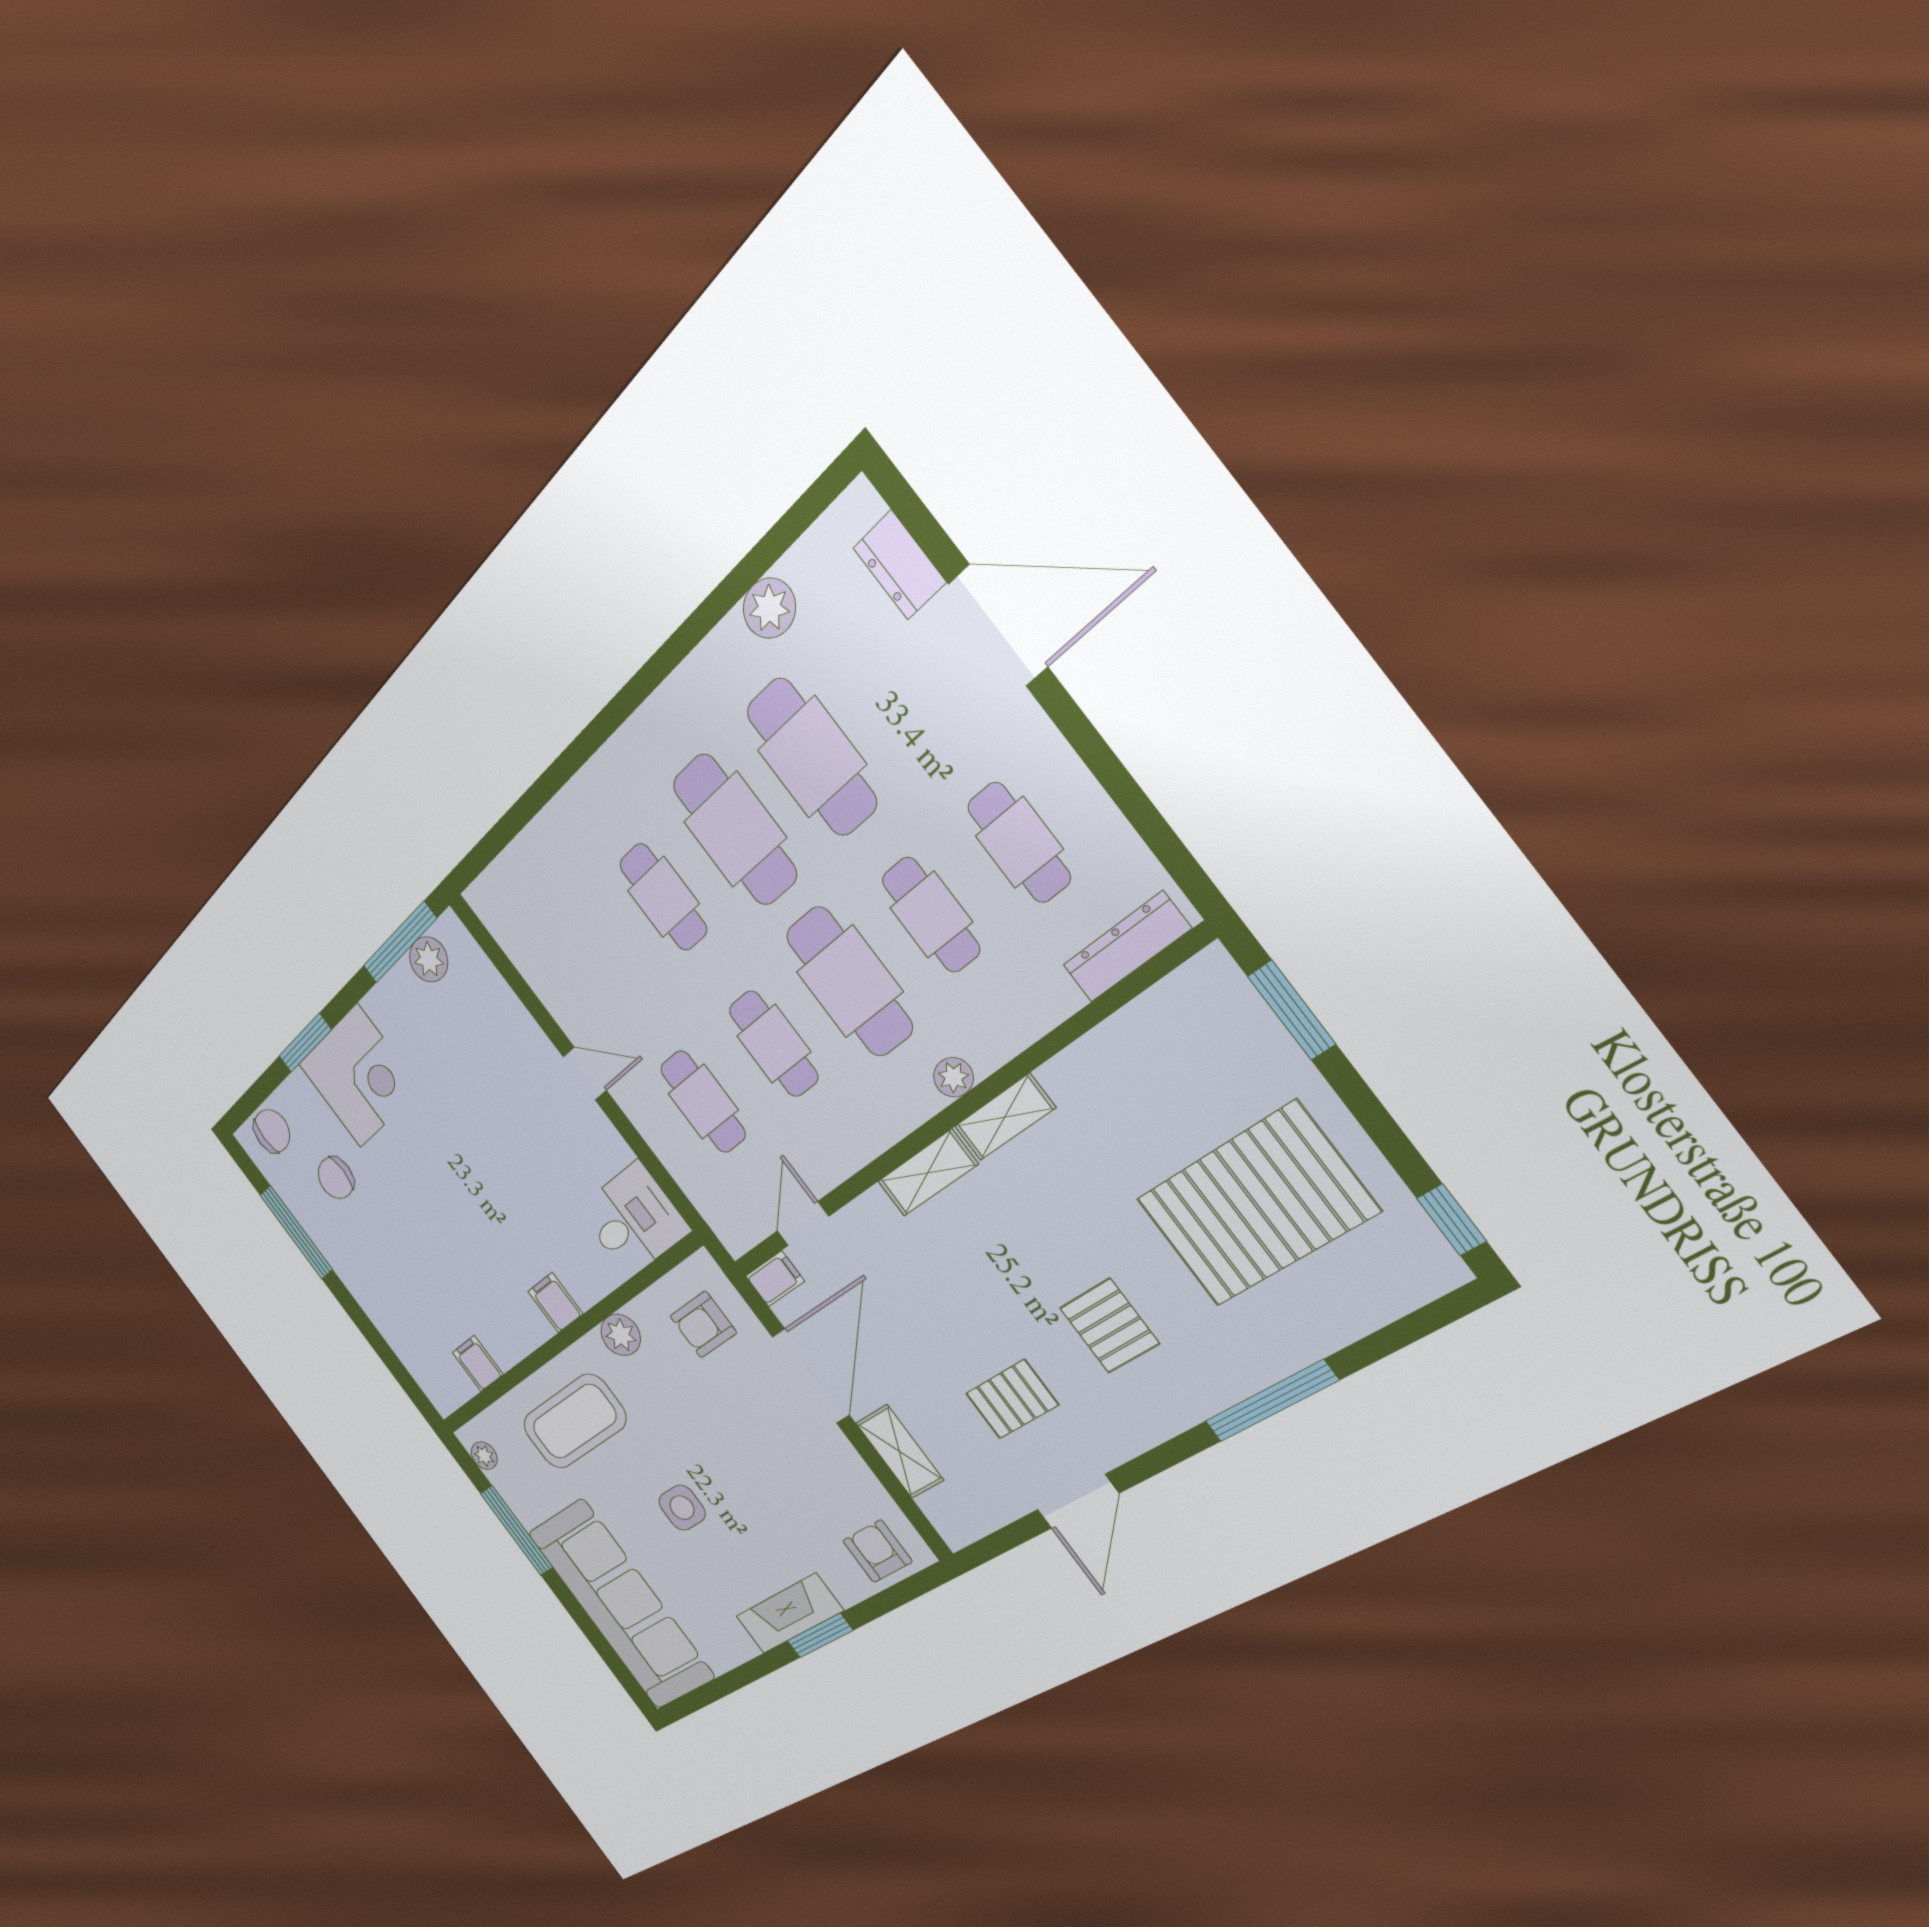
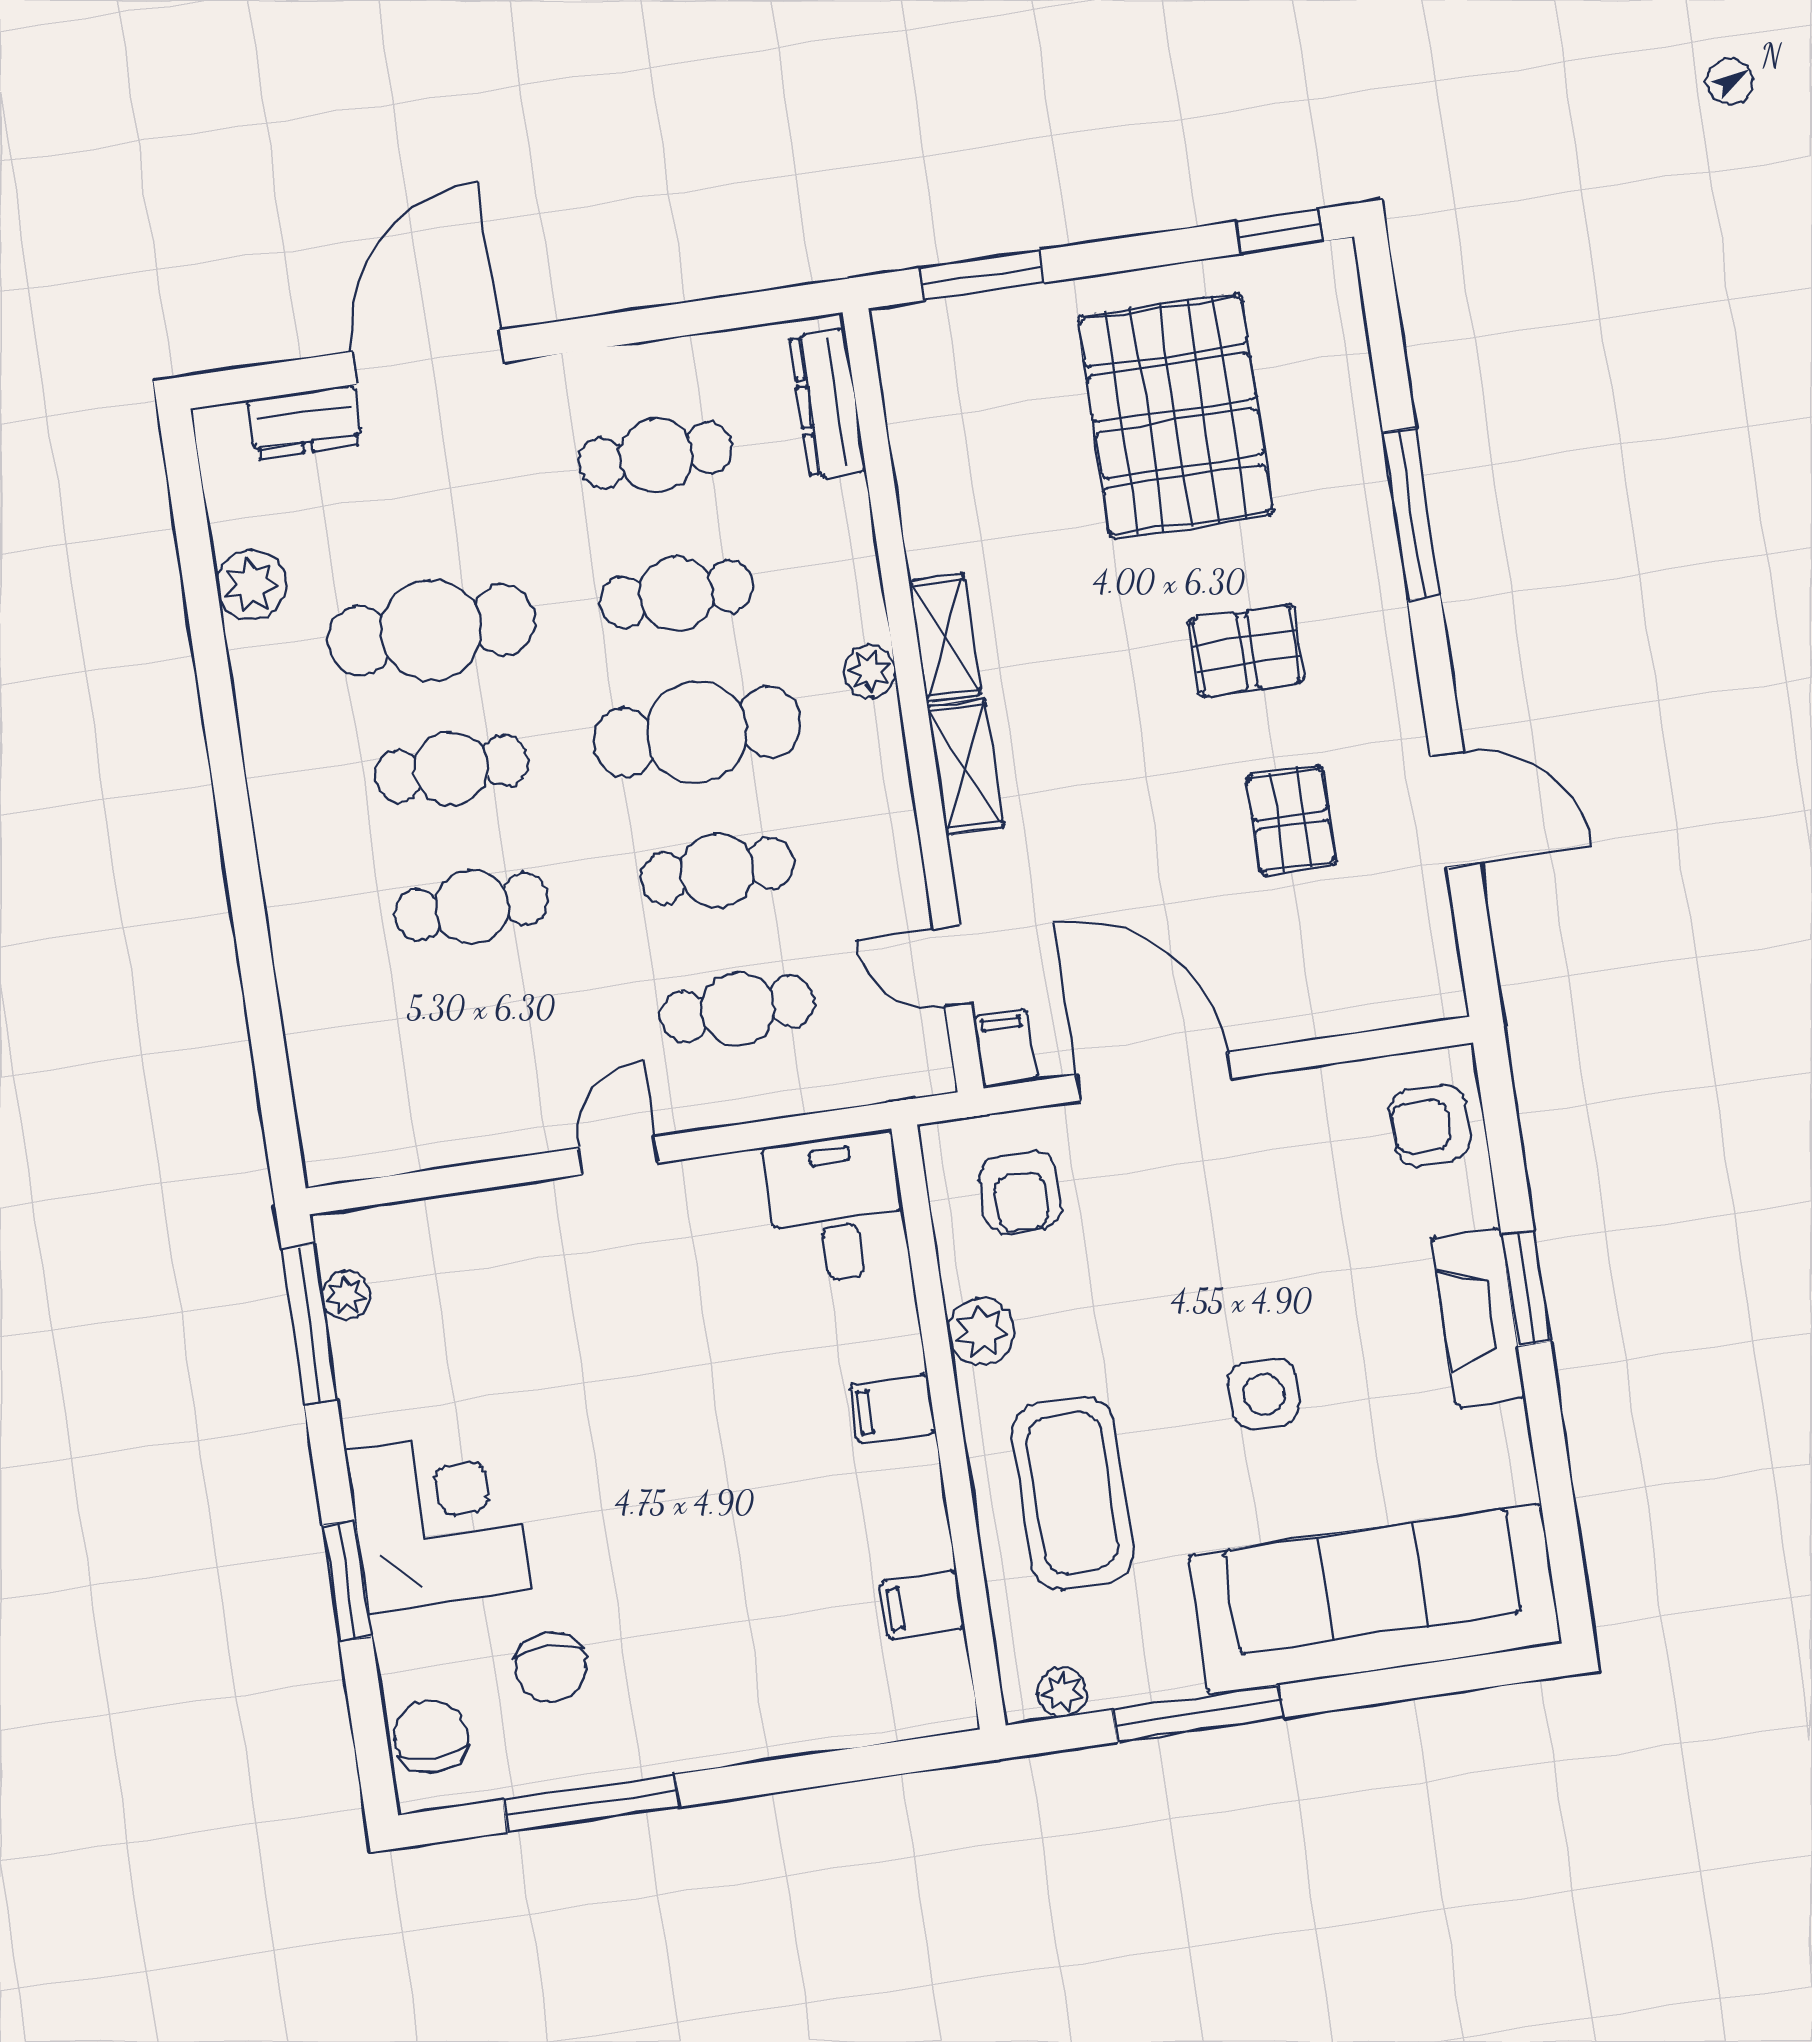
cafe table: (735, 830) -> (451, 768), width x0.73, depth x0.74
plant: (429, 959) -> (346, 1295), width x0.73, depth x0.73
shelving: (899, 1452) -> (1303, 1011), removed

